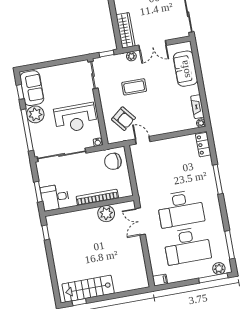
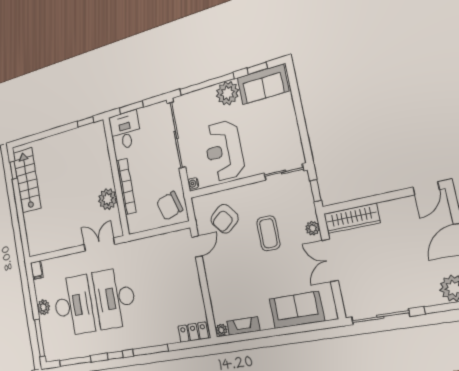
chair: (113, 161) -> (170, 206), turned -107
window: (223, 209) -> (115, 355), added
desk: (187, 246) -> (73, 306), turned 180
plant: (219, 268) -> (43, 307), moved

